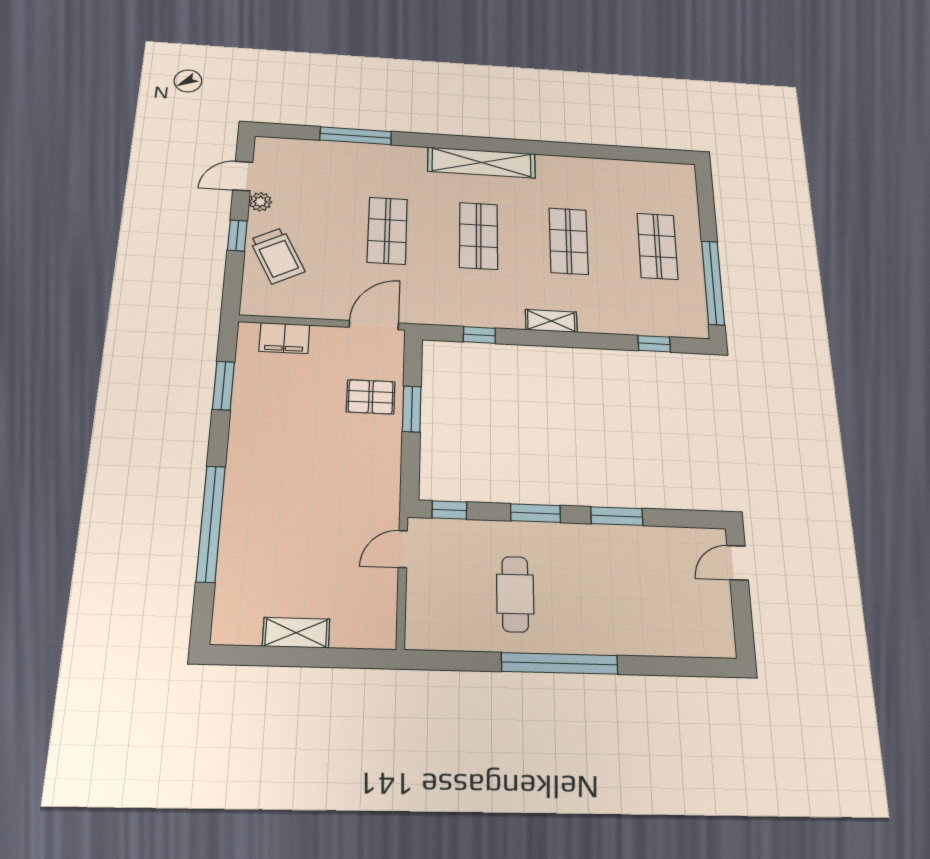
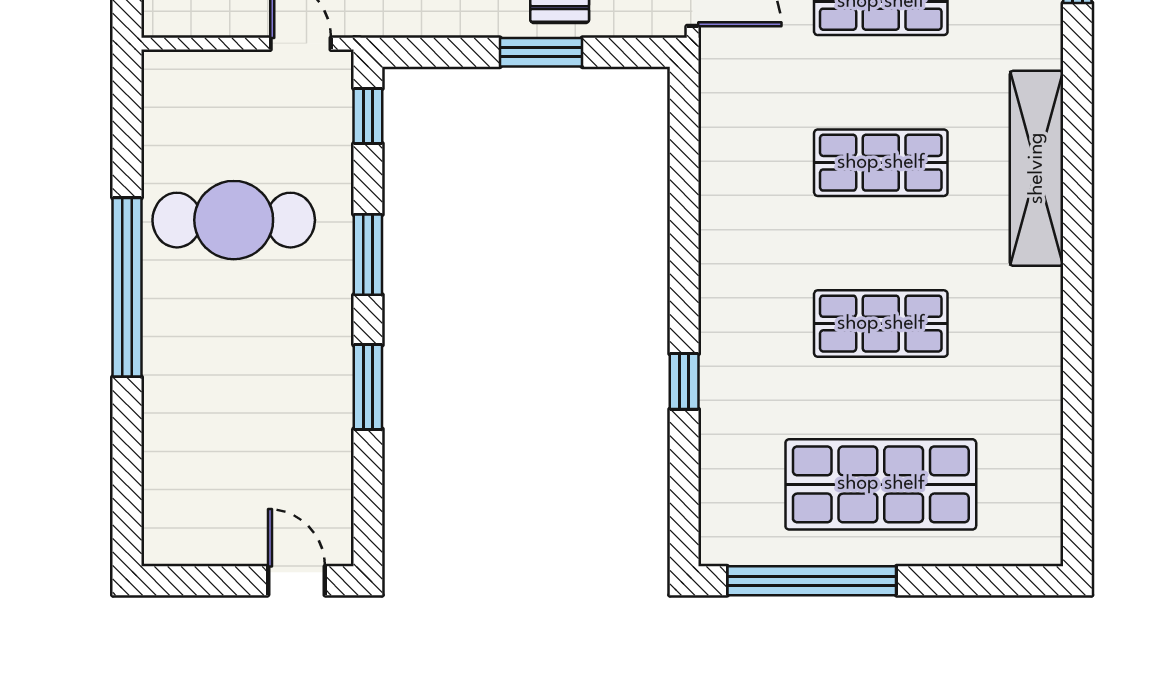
shop shelf: (657, 246) -> (881, 484), width x1.43, depth x1.36
shelving: (551, 321) -> (718, 288), removed
window: (479, 335) -> (684, 164), removed
window: (654, 344) -> (684, 381), moved
cafe table: (515, 594) -> (234, 220), width x1.37, depth x1.35

